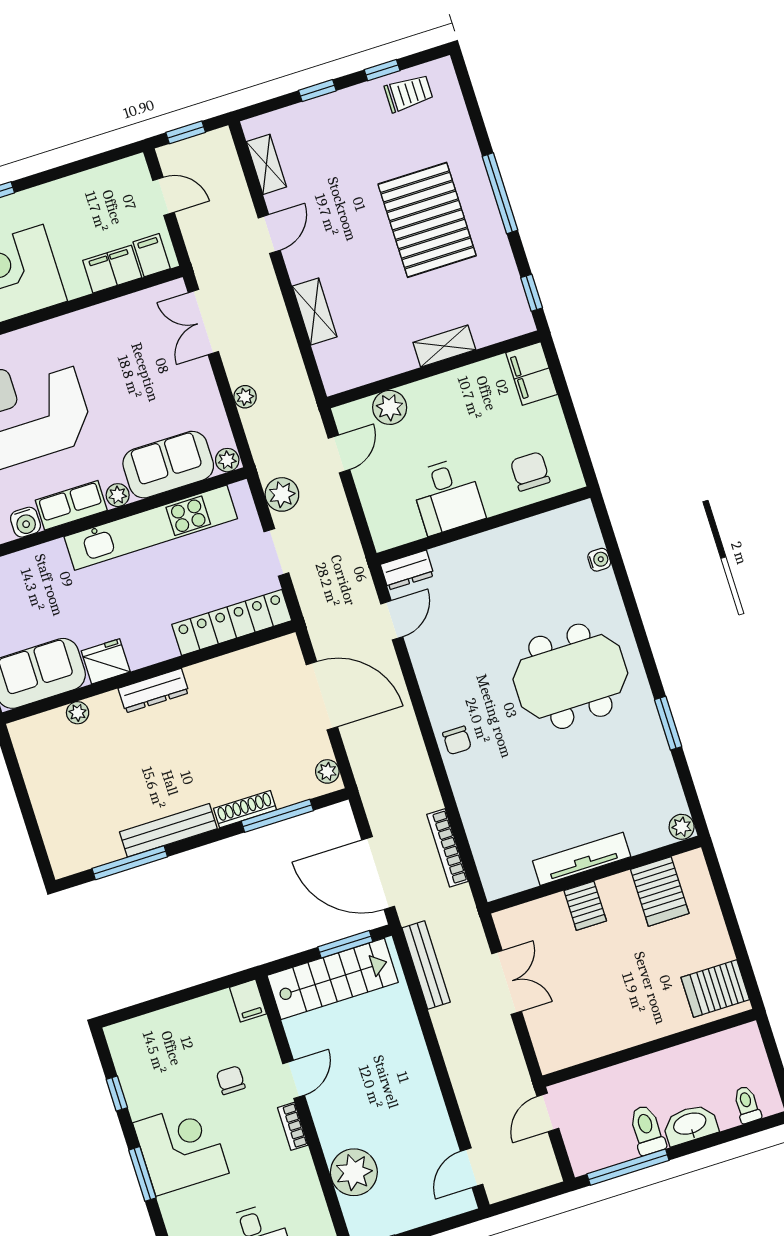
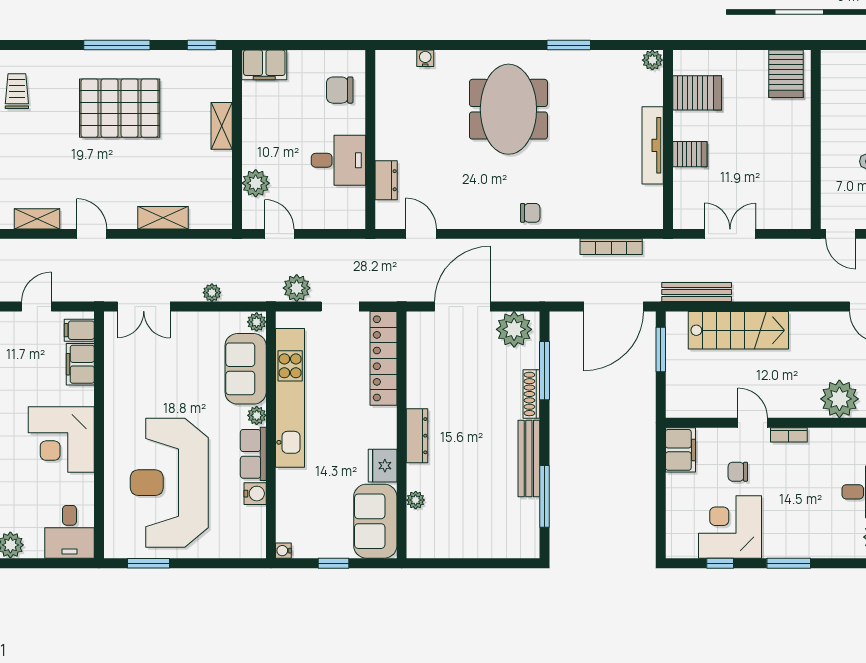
dresser: (407, 570) -> (386, 180), moved
plant: (327, 771) -> (514, 329), width x1.88, depth x1.88
stairs: (333, 979) -> (738, 330), moved, turned 90
filing cabinet: (248, 1001) -> (680, 450), width x2.00
corner desk: (181, 1148) -> (730, 527), moved

